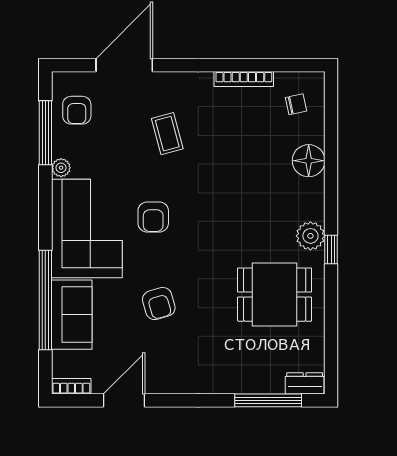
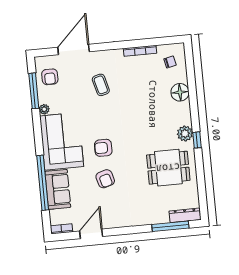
armchair: (153, 217) -> (103, 148), moved, turned 90
dresser: (305, 383) -> (185, 215), width x1.44

